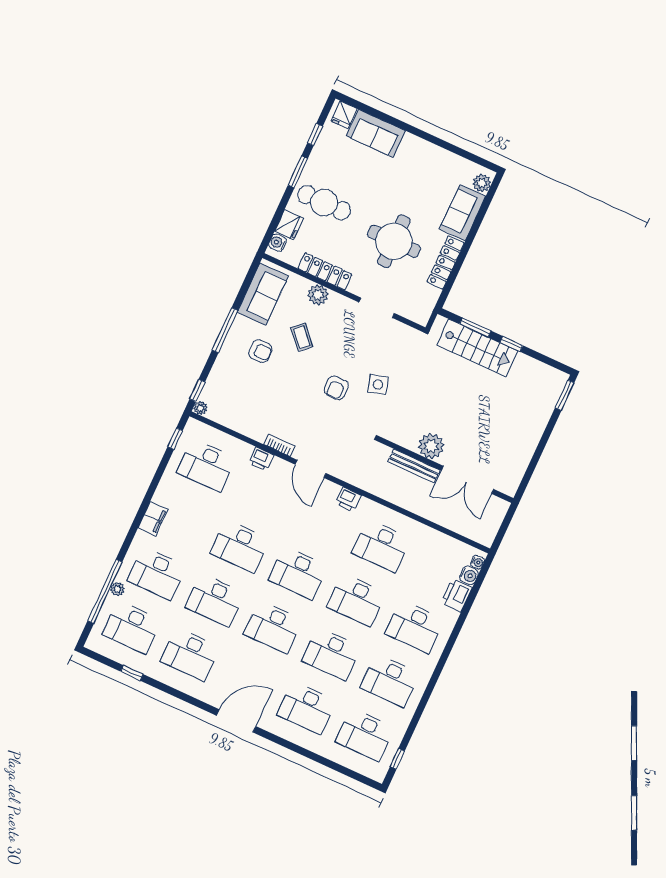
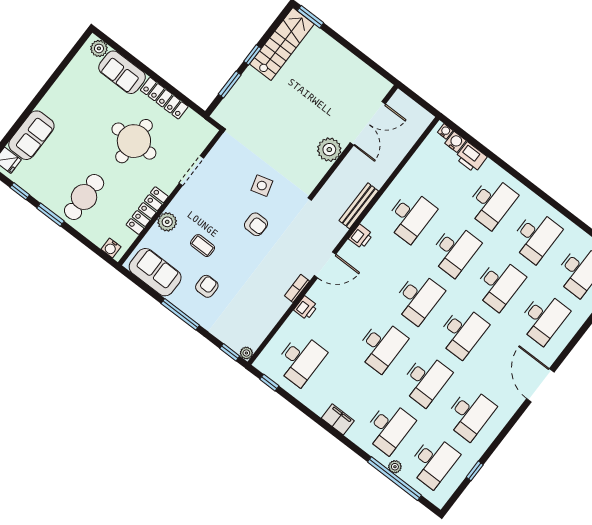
fridge: (289, 225) -> (97, 234), removed
coffee table: (302, 337) -> (203, 246), turned 43
stairs: (477, 348) -> (282, 44), moved
bench: (414, 466) -> (359, 206), moved

